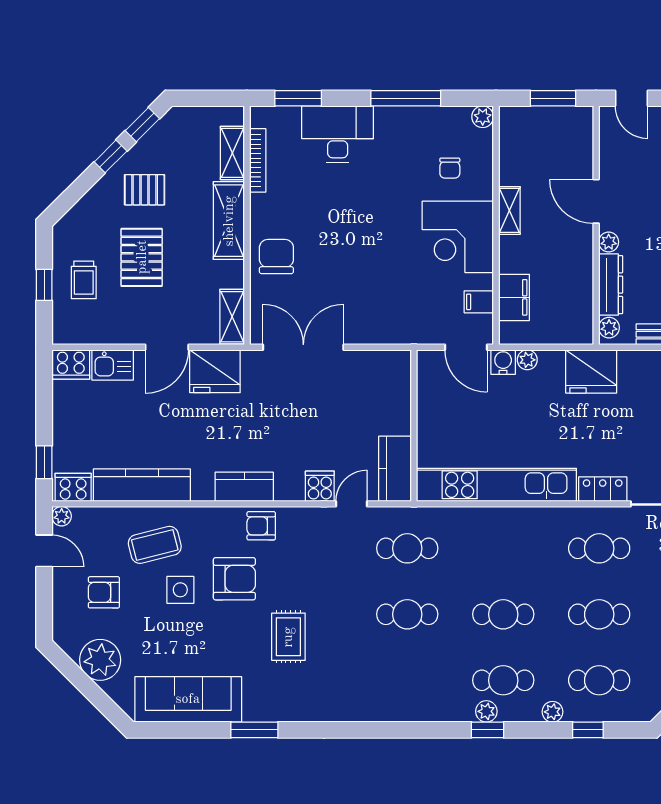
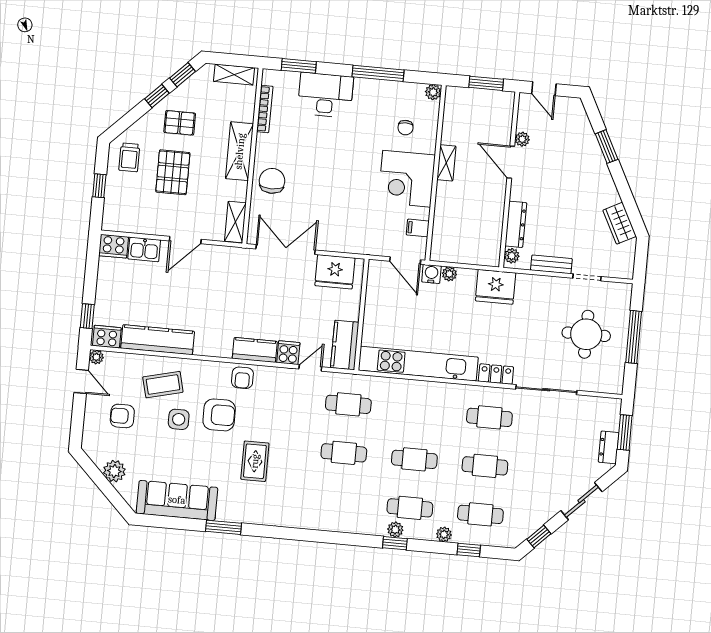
shelving: (232, 153) -> (234, 75), moved, turned 90
plant: (609, 242) -> (522, 139), moved
trolley: (84, 280) -> (129, 157), moved
filing cabinet: (514, 297) -> (444, 227), removed
fridge: (215, 371) -> (335, 272), moved
kitchen counter: (244, 487) -> (255, 350), moved
armchair: (261, 526) -> (242, 378), turned -90
plant: (100, 660) -> (114, 471), width x0.73, depth x0.73

